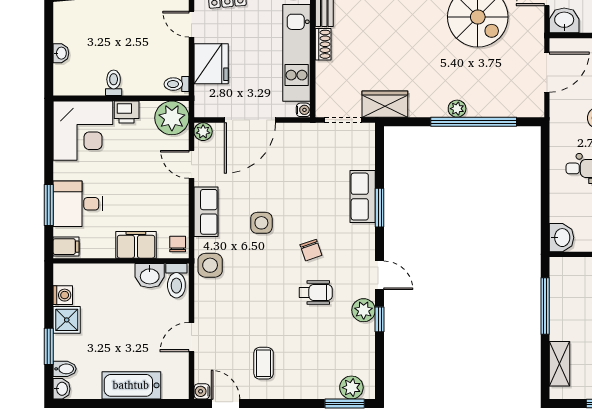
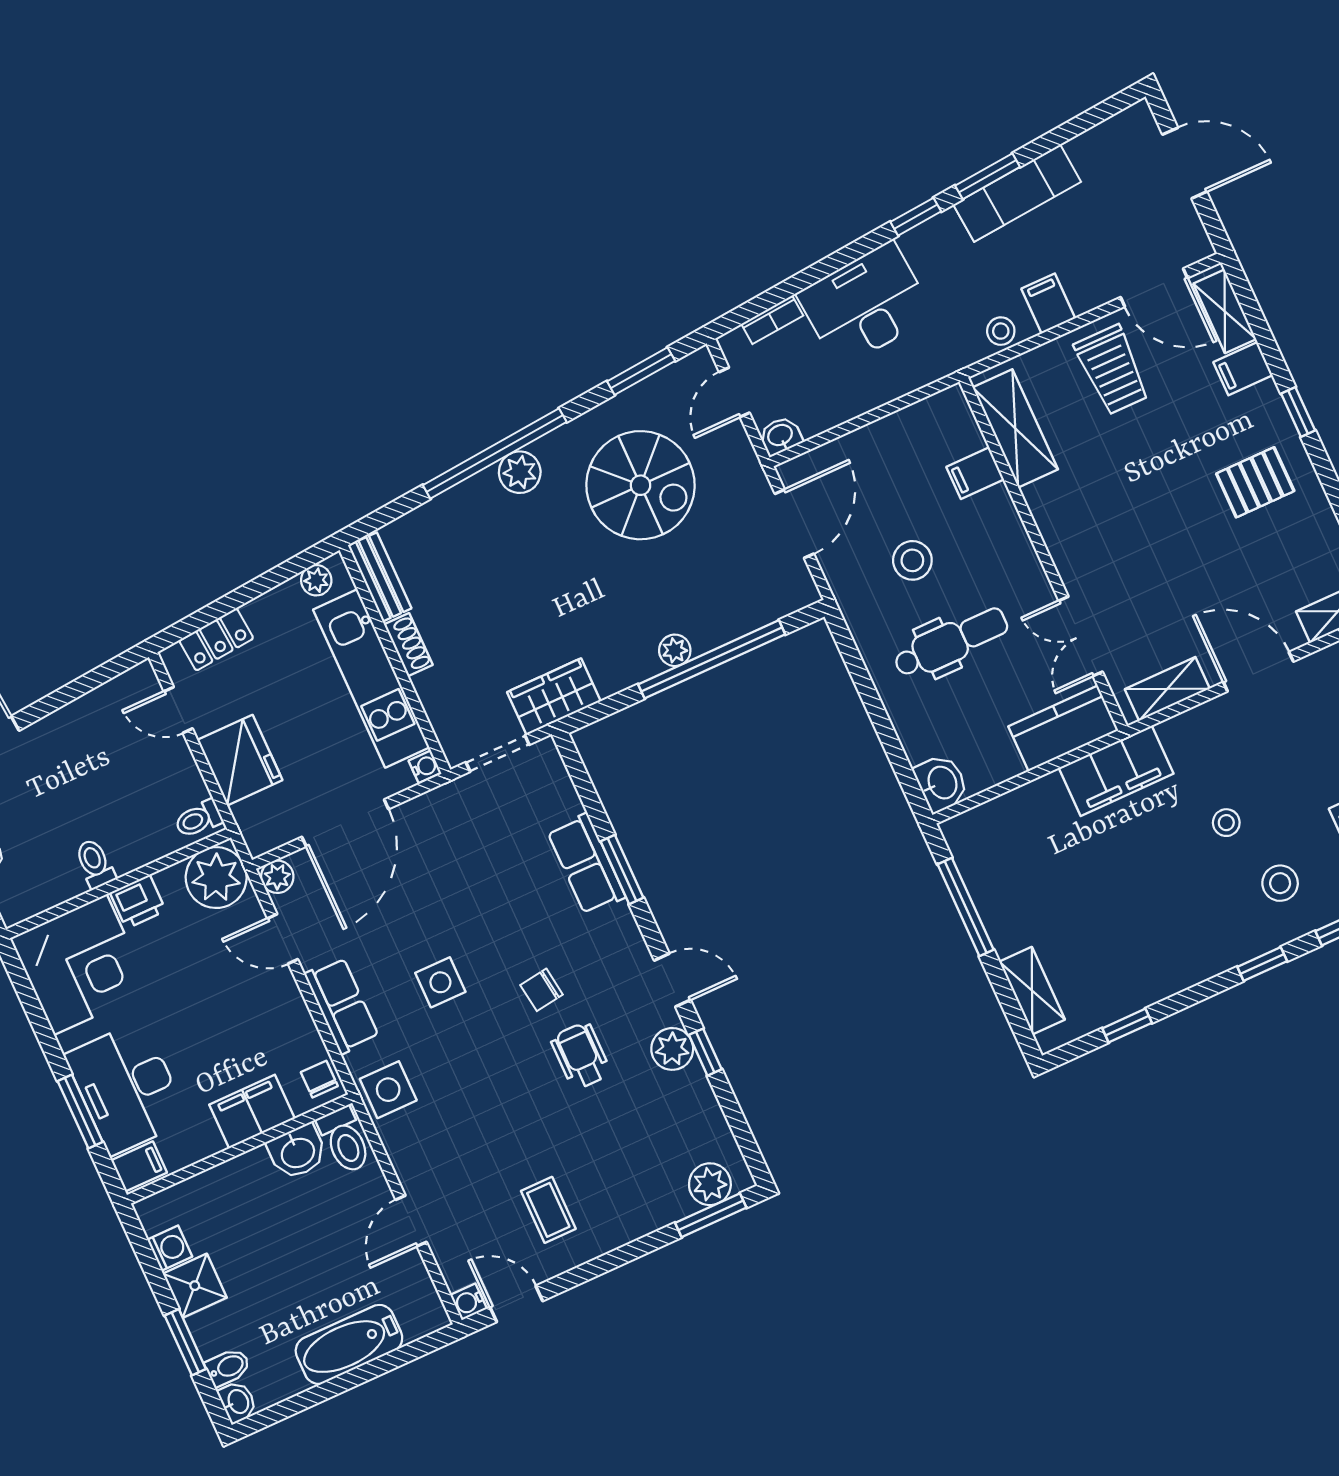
washbasin: (564, 20) -> (780, 436), width x0.72, depth x0.69
desk: (78, 204) -> (127, 1088), width x1.37
chair: (311, 250) -> (542, 990), turned 101
wheelchair: (316, 293) -> (581, 1056), turned -90

